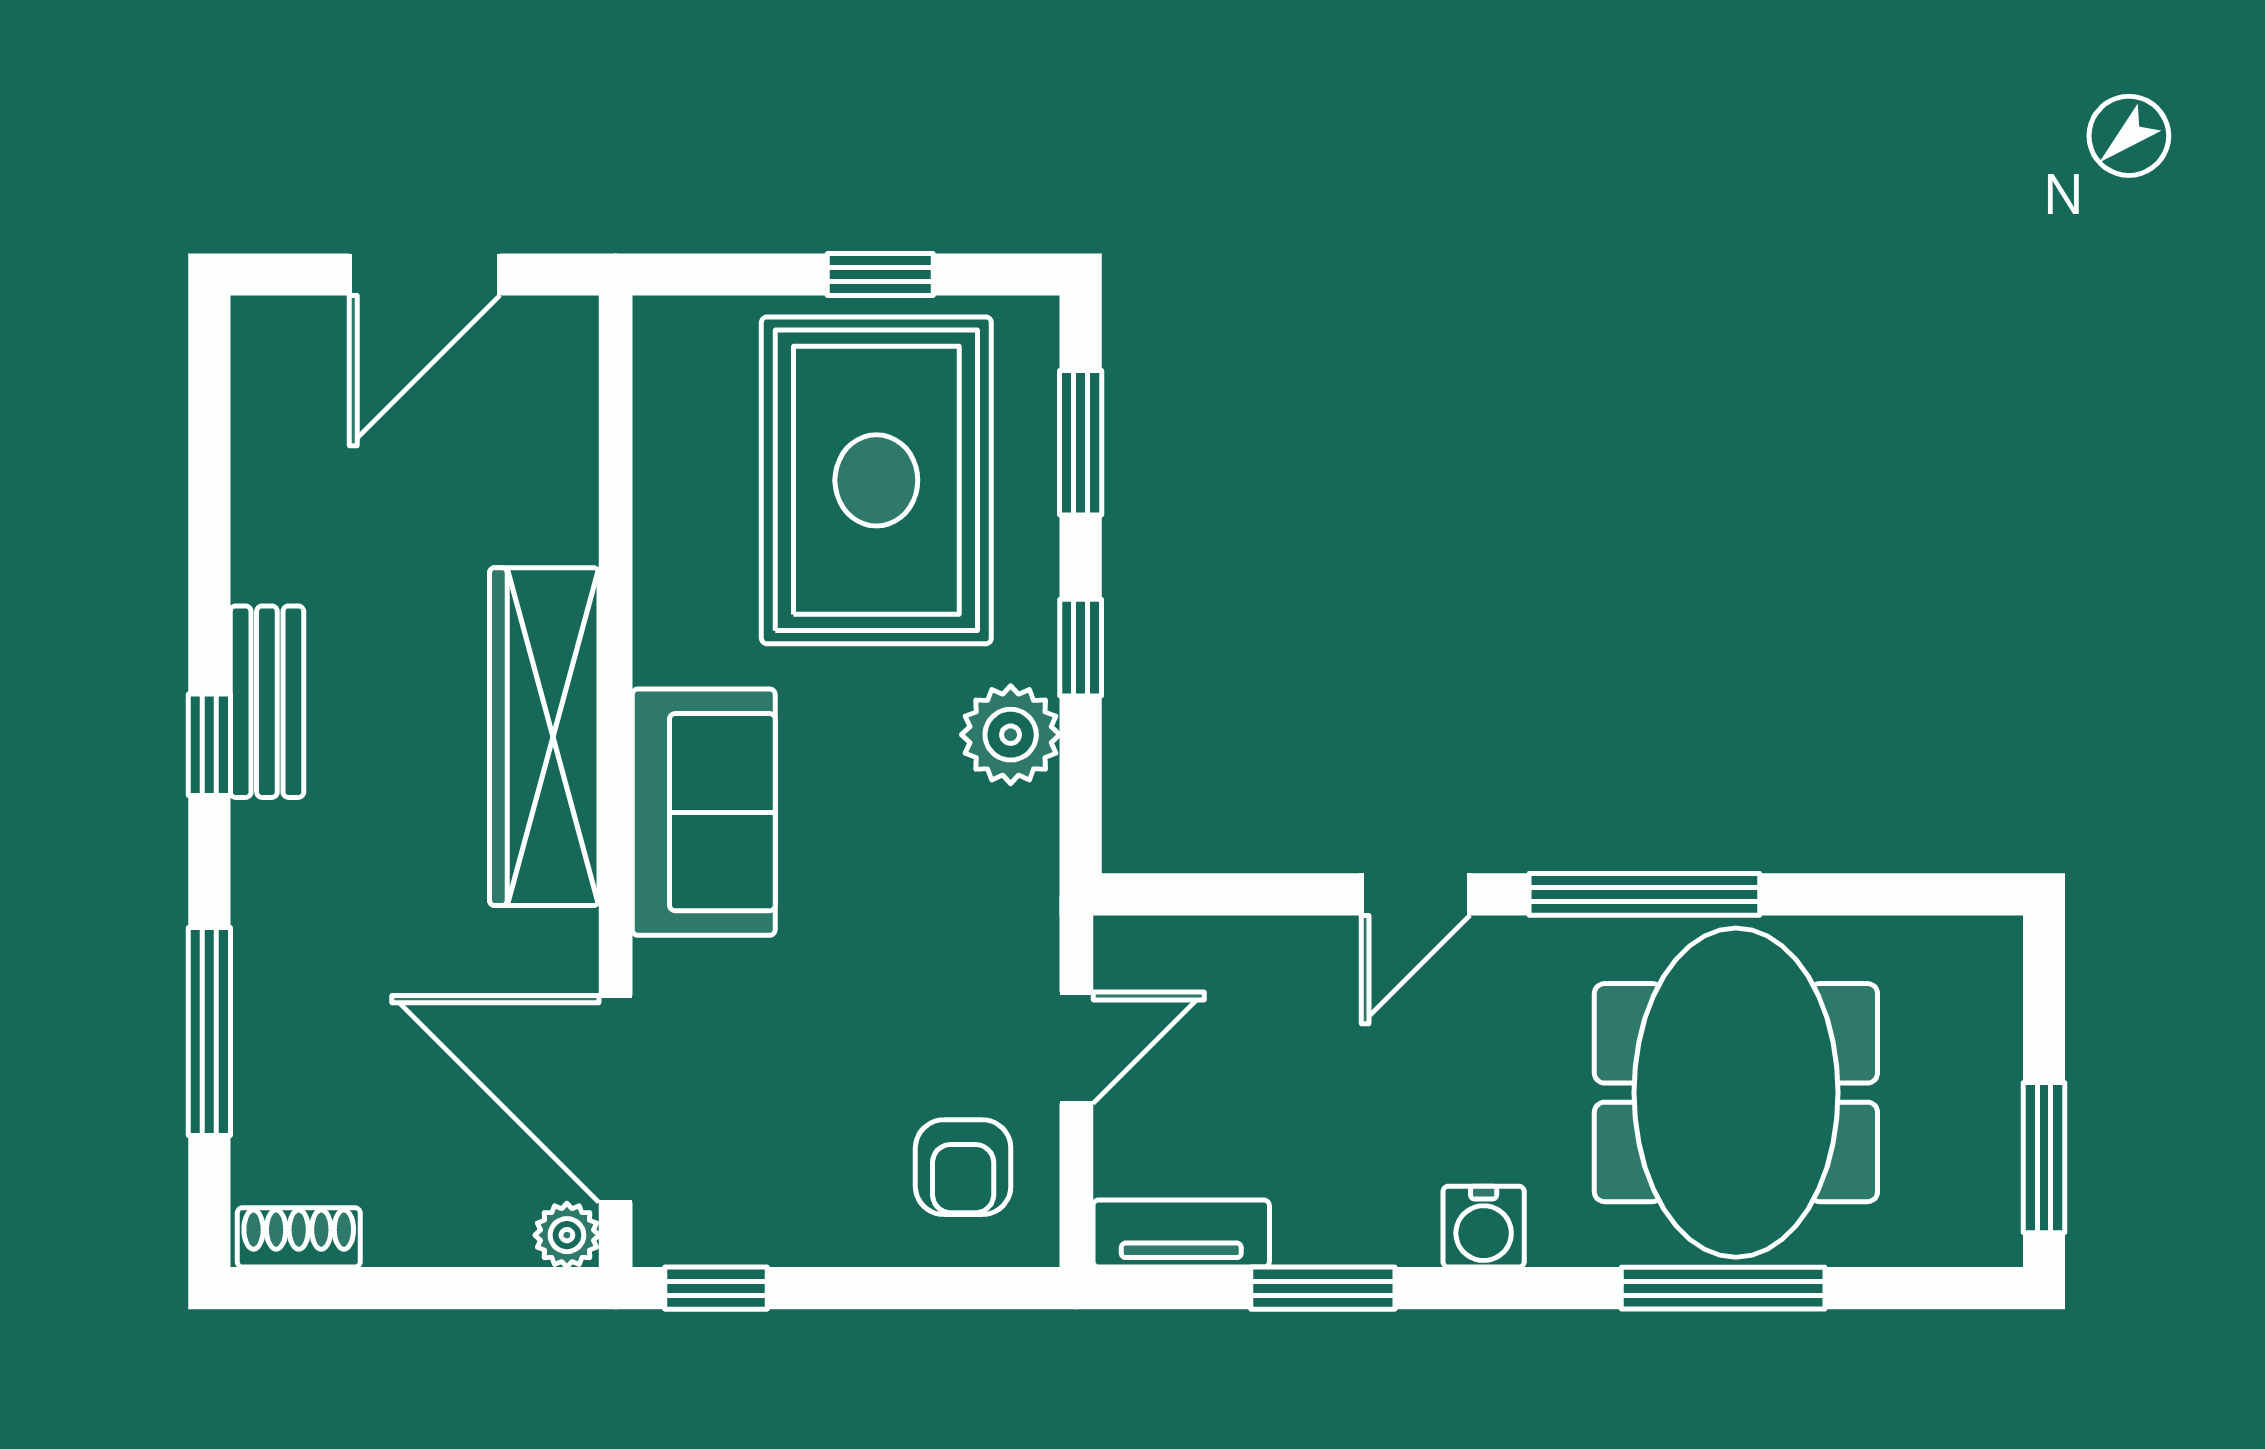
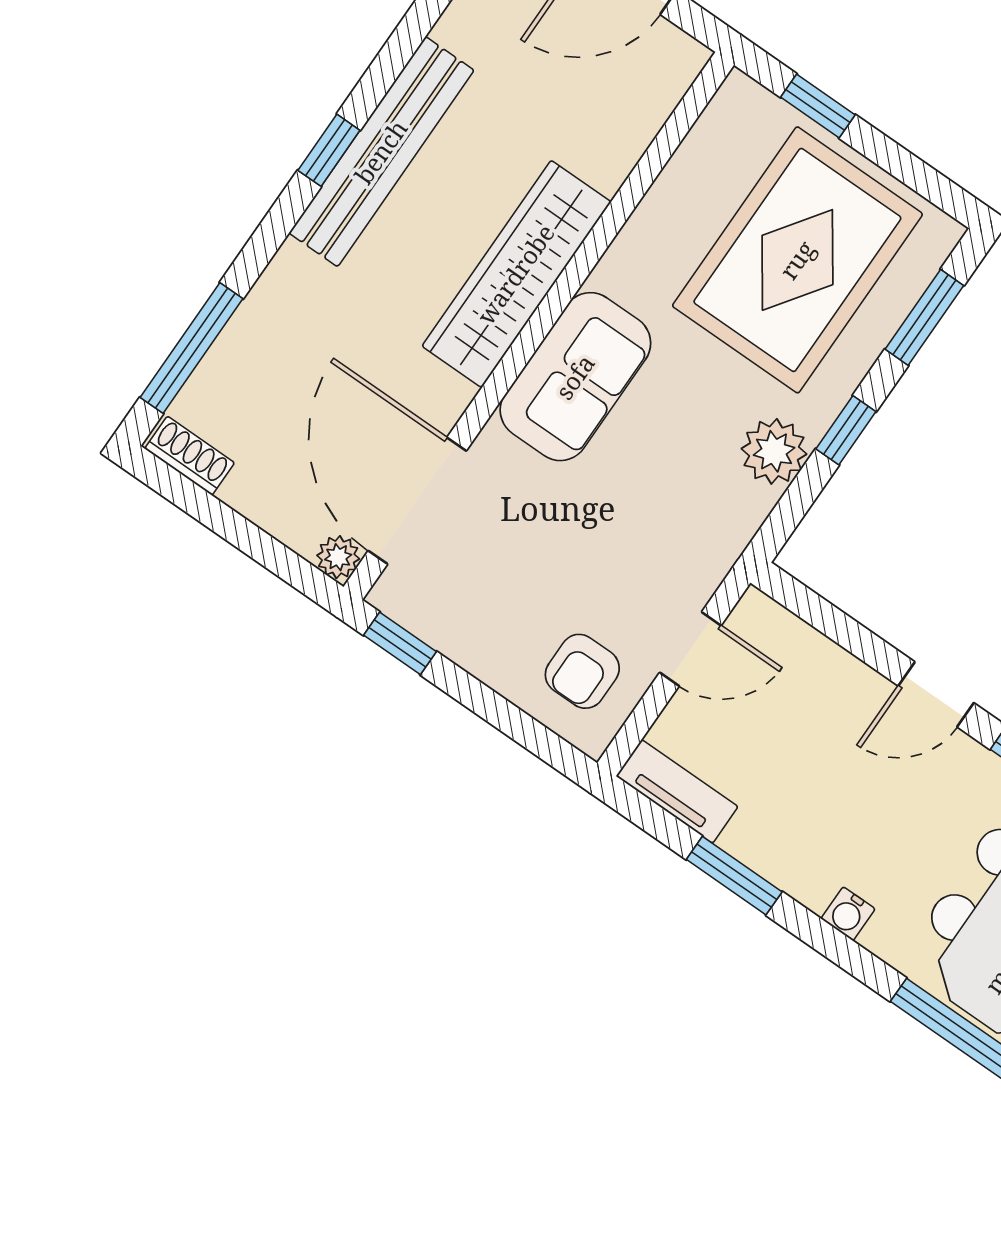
window: (880, 274) -> (818, 106), moved
bench: (267, 702) -> (381, 152), width x1.86, depth x1.21
window: (209, 1032) -> (192, 348), moved
water cooler: (1484, 1227) -> (848, 914), width x0.72, depth x0.72

